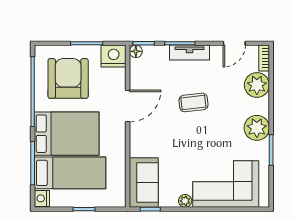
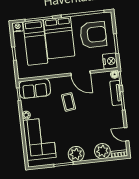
tv unit: (190, 53) -> (116, 93), moved
coffee table: (193, 102) -> (69, 102), moved

